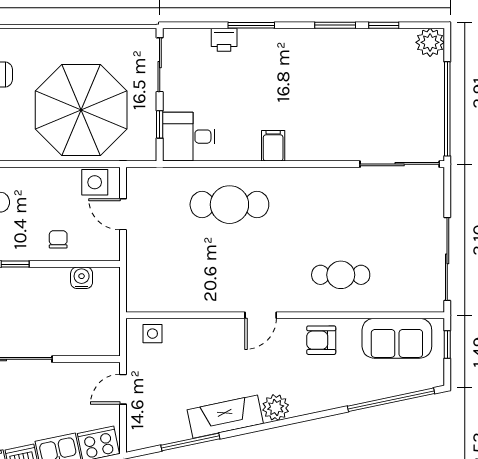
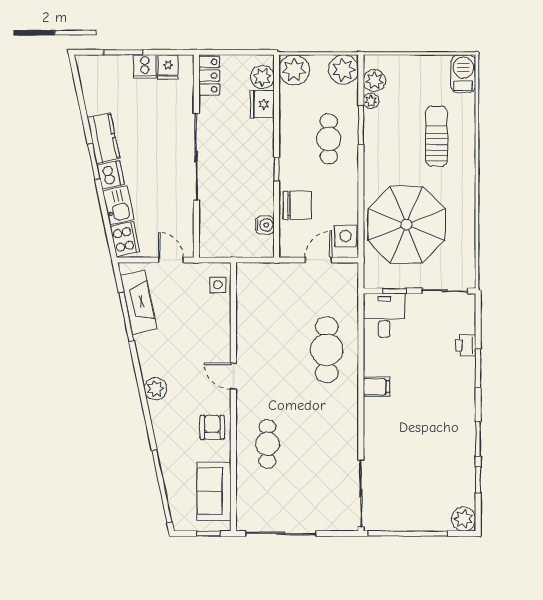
chair: (58, 239) -> (297, 205), width x1.87, depth x1.87
fireplace: (225, 417) -> (139, 302), moved

